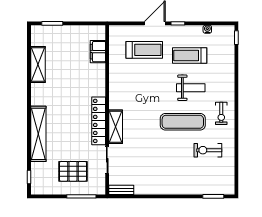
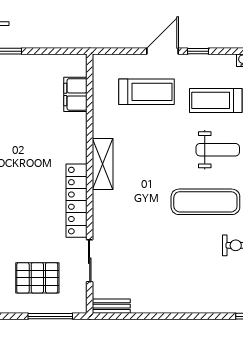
shelving: (116, 127) -> (103, 164), moved

